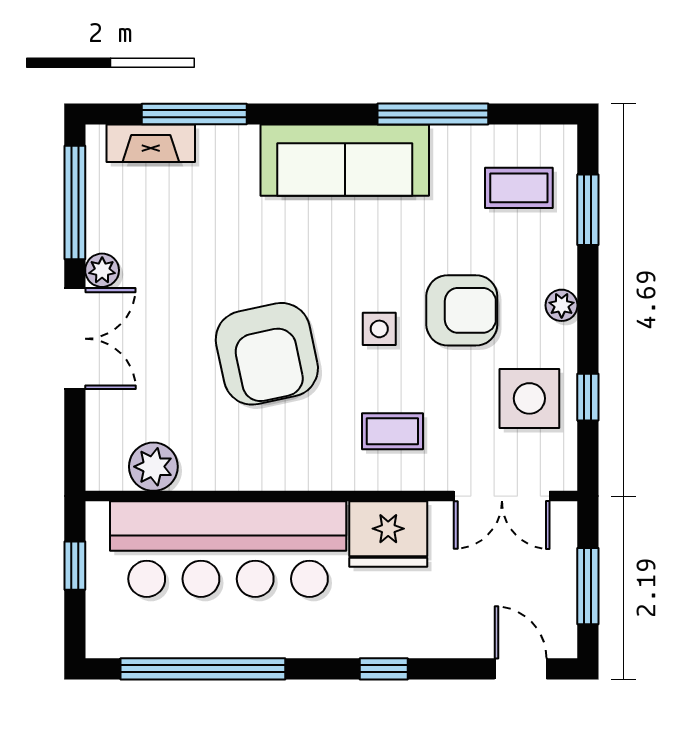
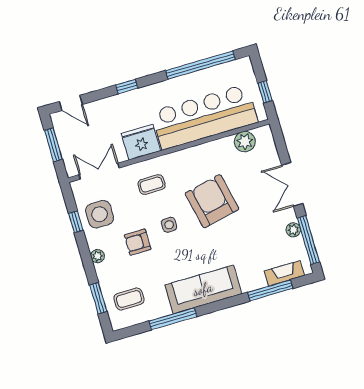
plant: (102, 270) -> (293, 230), moved
armchair: (462, 310) -> (138, 242), width x0.72, depth x0.72

